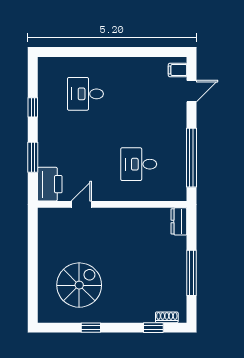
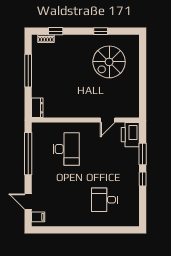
door: (192, 91) -> (28, 202), hinge flipped
desk: (85, 94) -> (105, 200), turned 180
window: (33, 107) -> (143, 179), moved
desk: (139, 164) -> (66, 149), width x1.37

